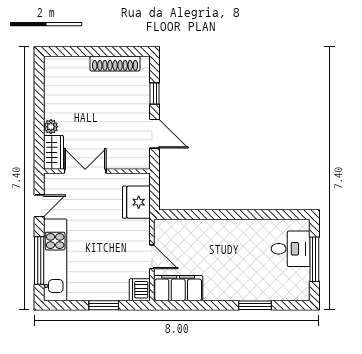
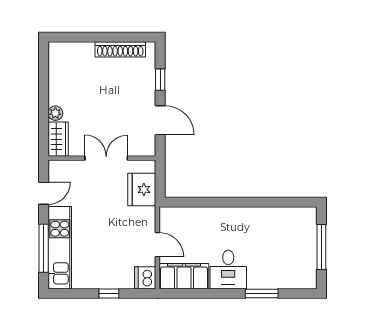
double door: (85, 171) -> (106, 158), moved
desk: (291, 249) -> (228, 270), moved, turned 90
window: (104, 305) -> (109, 293), width x0.67

